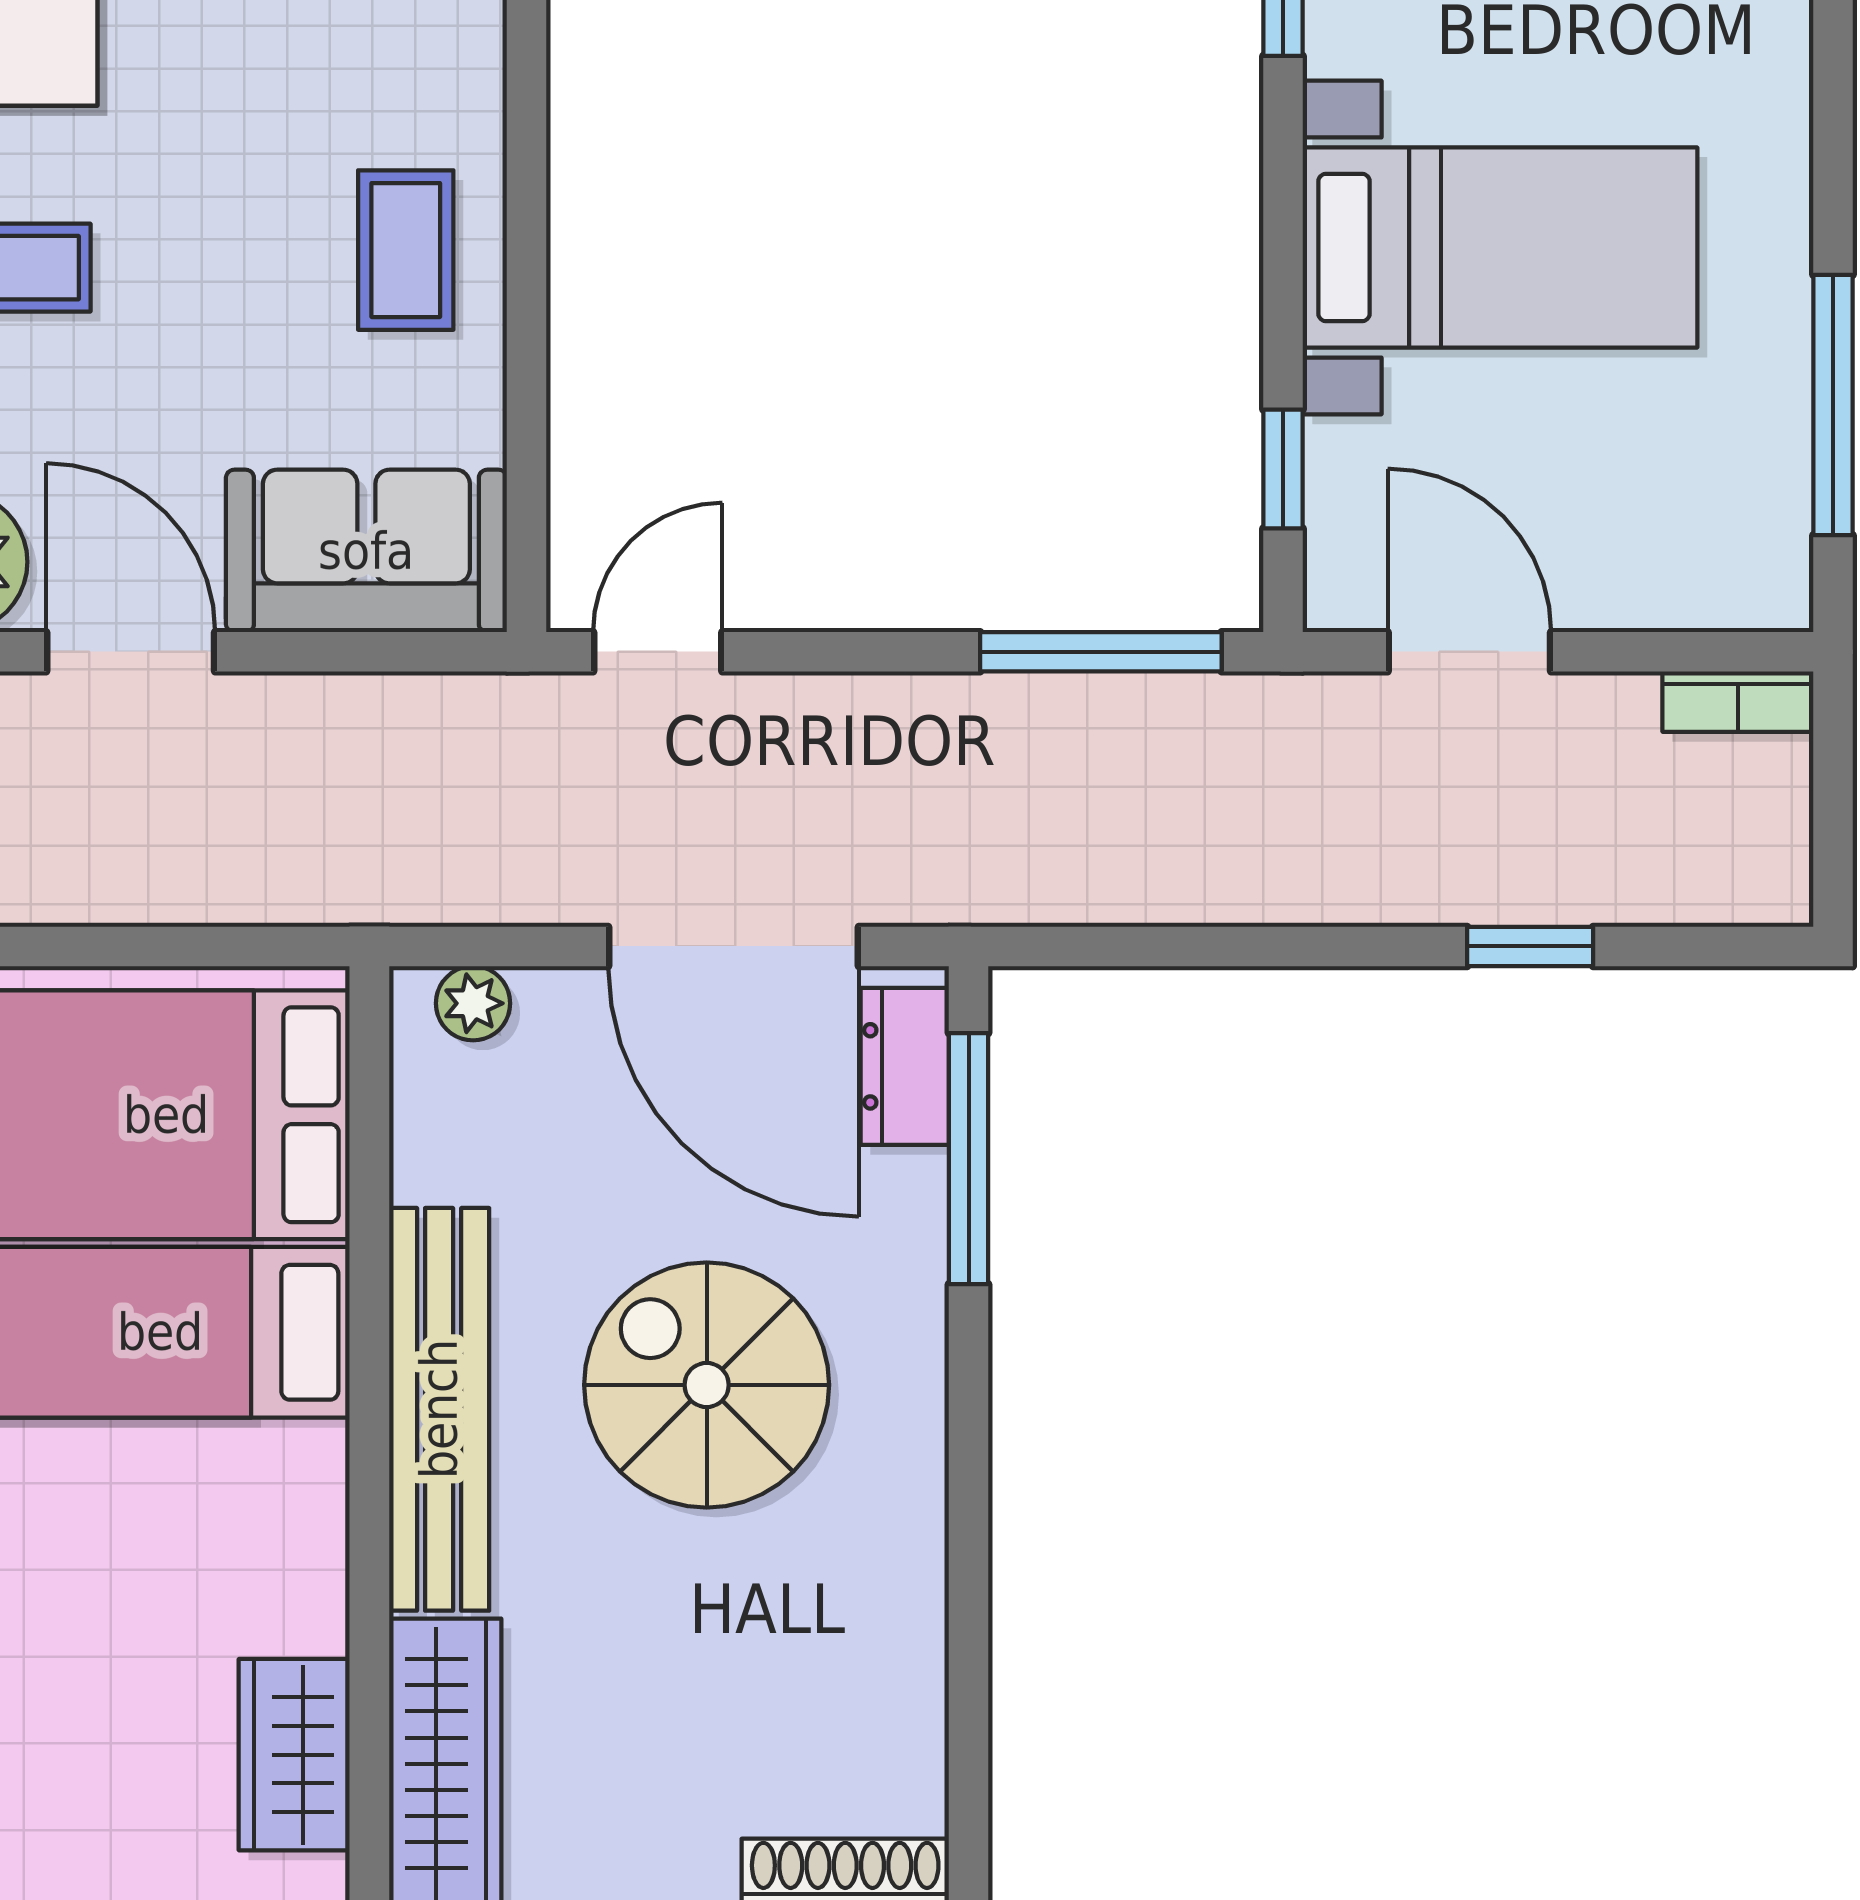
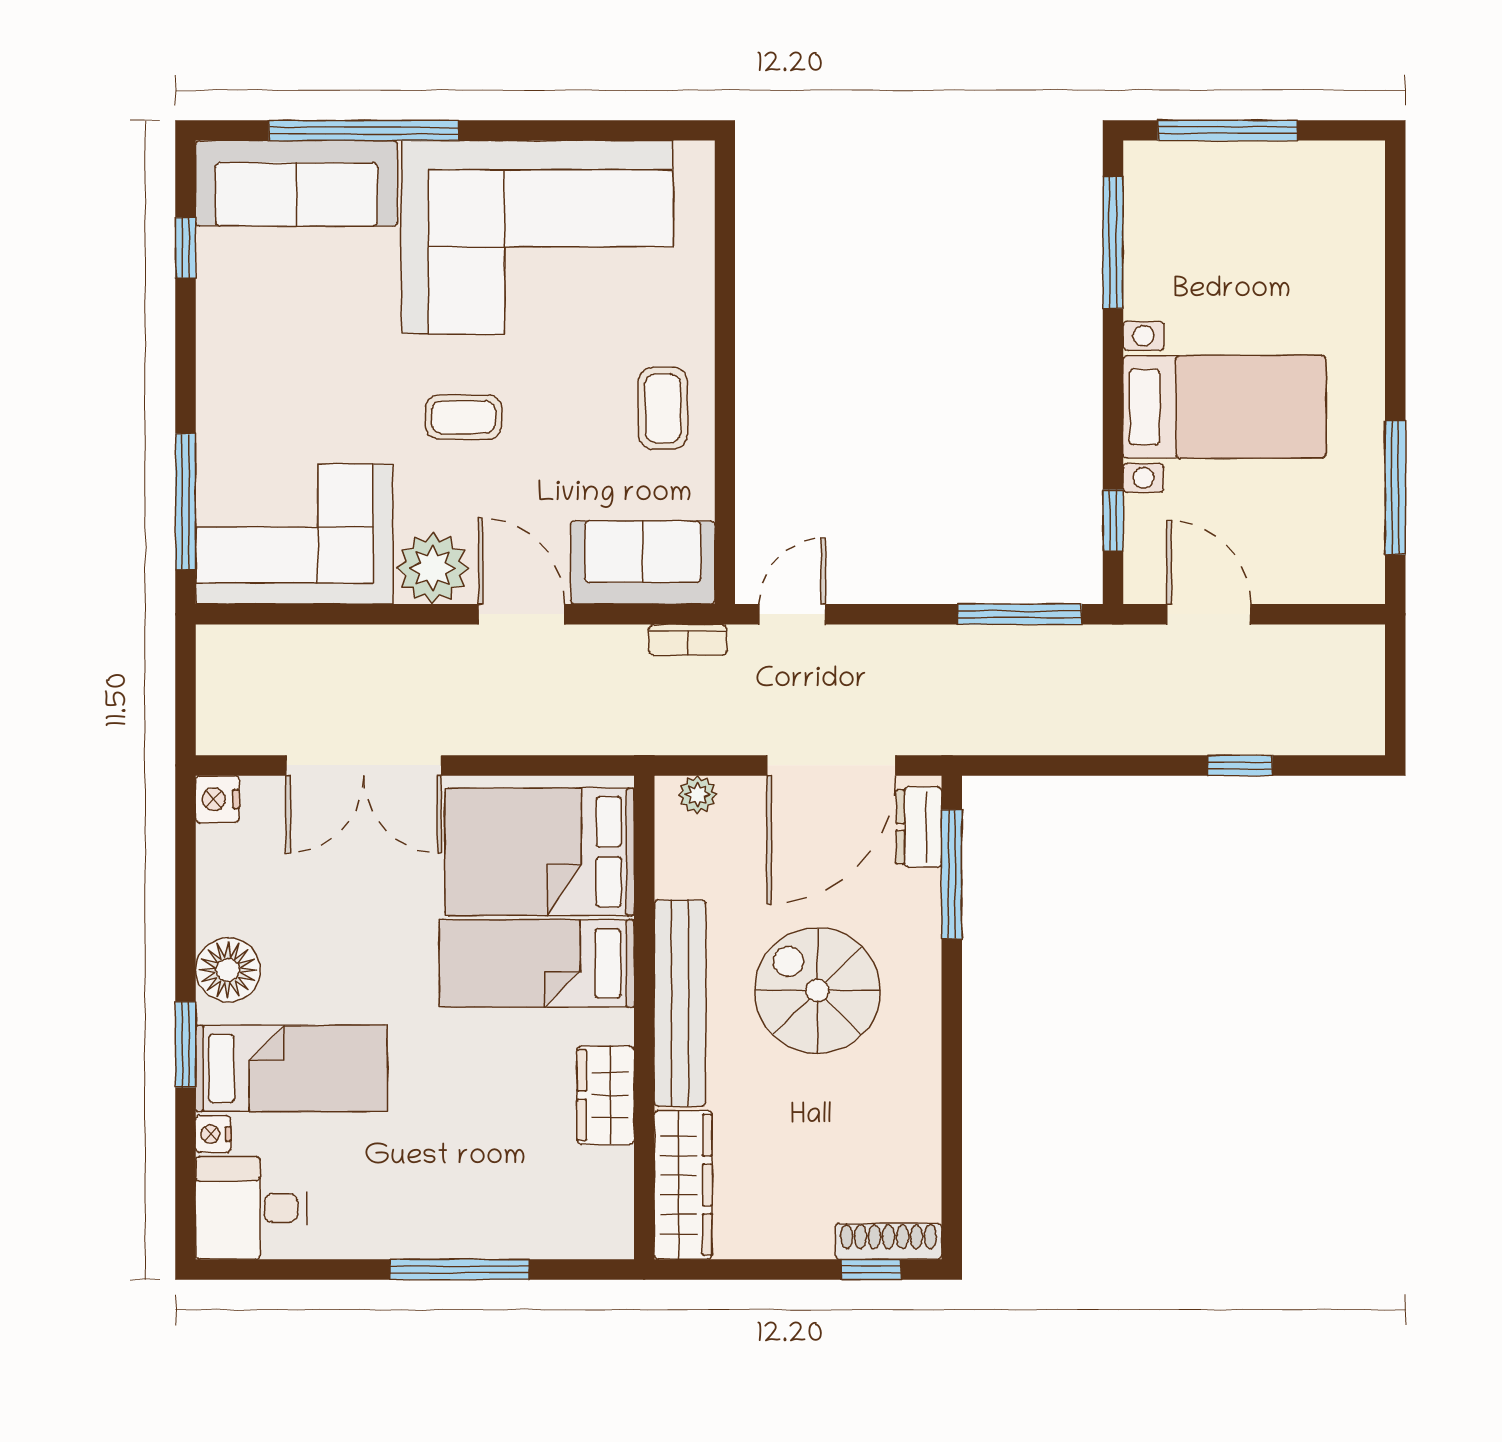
bookcase: (1738, 702) -> (688, 640), moved
door: (734, 946) -> (831, 765), hinge flipped
wardrobe: (294, 1755) -> (606, 1095), moved

